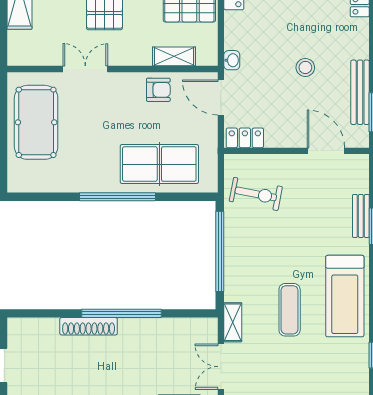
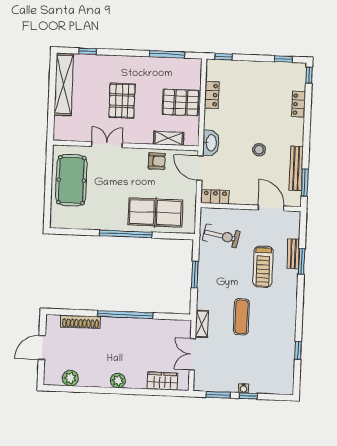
washbasin: (232, 60) -> (211, 143), width x1.91, depth x1.45
window: (220, 251) -> (195, 275), width x0.47
treadmill: (345, 296) -> (263, 267), moved, width x0.73, depth x0.73
shoe rack: (89, 326) -> (81, 322), moved

